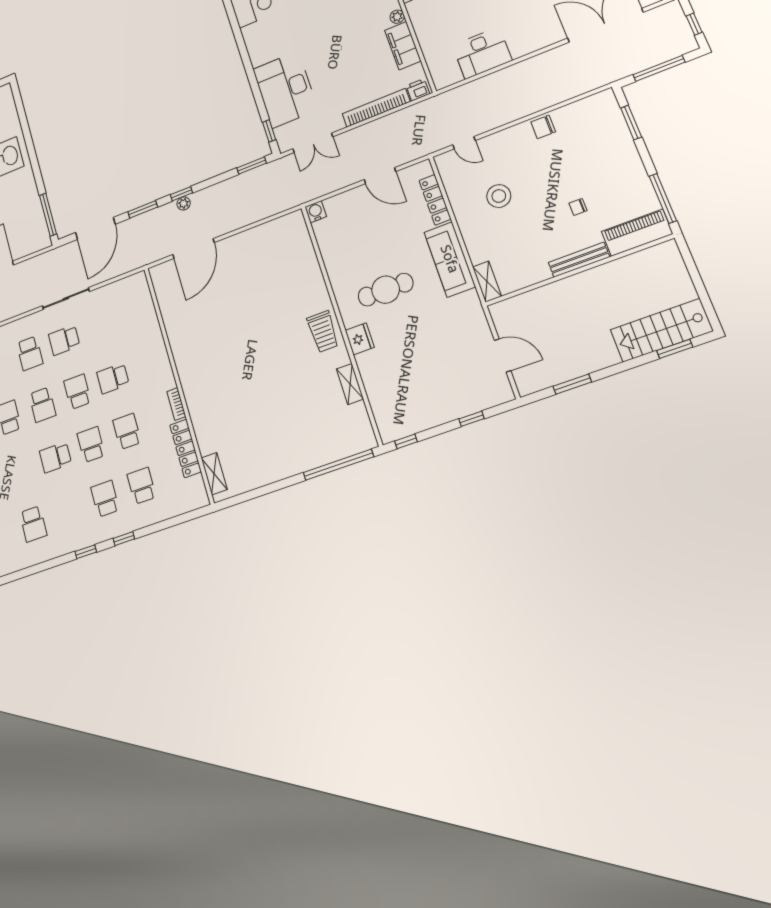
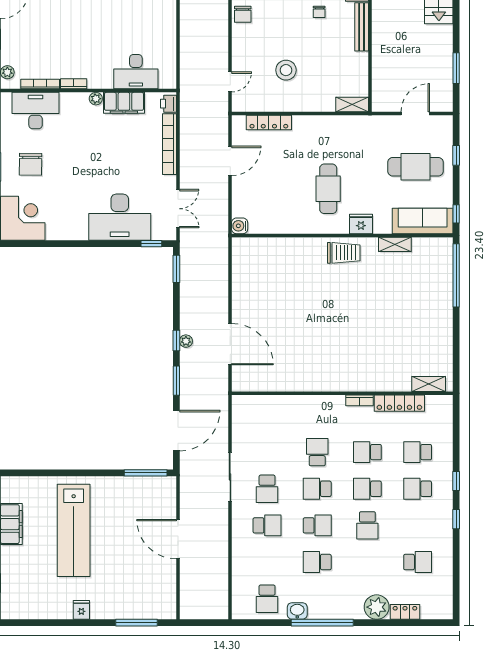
desk: (482, 53) -> (136, 72), moved, turned 90
door: (95, 228) -> (176, 431), hinge flipped
sofa: (450, 259) -> (423, 221), moved, turned 180
cafe table: (443, 377) -> (415, 167), added
school desk: (113, 378) -> (317, 452), turned 180

